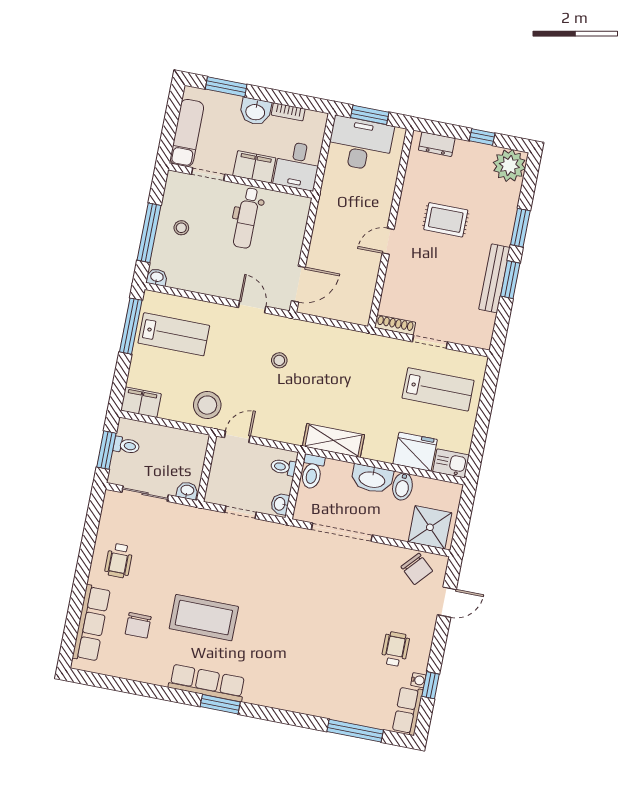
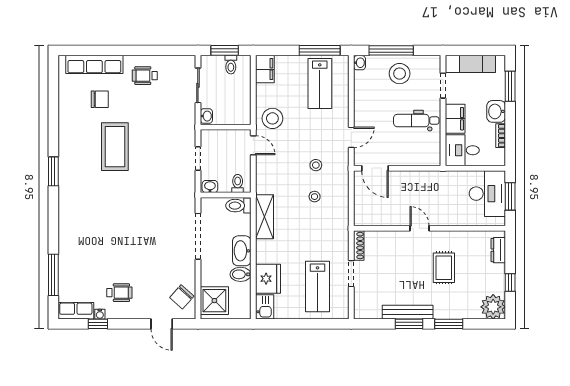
stool: (181, 228) -> (400, 74), width x1.89, depth x1.89
stool: (320, 370) -> (315, 197), added
chair: (138, 625) -> (100, 99), turned 180
row of seats: (207, 683) -> (67, 158), removed

